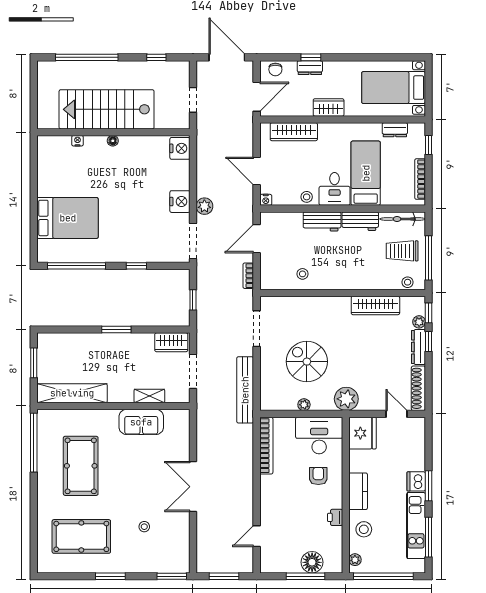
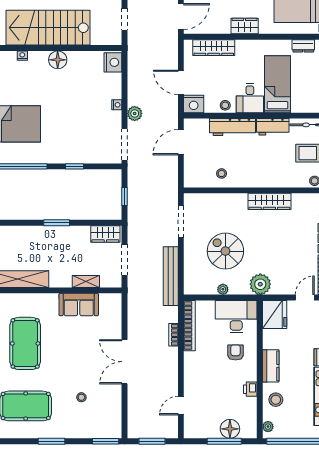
floor lamp: (113, 141) -> (58, 60), width x1.89, depth x1.89
nightstand: (266, 200) -> (194, 104), width x1.89, depth x1.79
nightstand: (180, 202) -> (117, 105), width x0.53, depth x0.56
workbench: (322, 221) -> (233, 127), width x1.38
bookcase: (248, 276) -> (174, 335), moved
wardrobe: (375, 305) -> (269, 201), moved
door: (397, 414) -> (305, 297), hinge flipped

